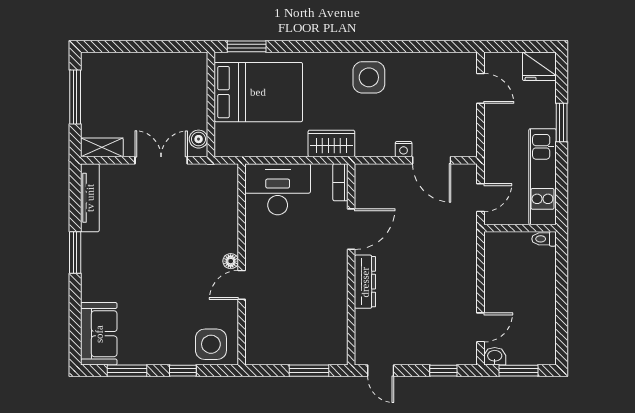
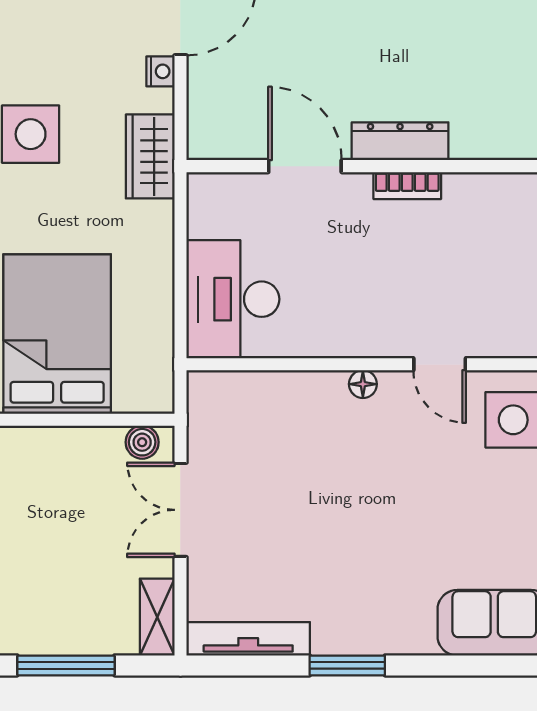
wardrobe: (331, 143) -> (150, 156), moved
bookcase: (340, 182) -> (407, 186), moved
door: (242, 285) -> (440, 364), moved

